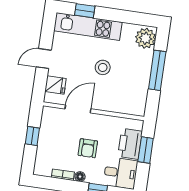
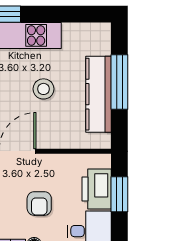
plant: (146, 38) -> (97, 40), removed
kitchen counter: (141, 77) -> (98, 94), added

